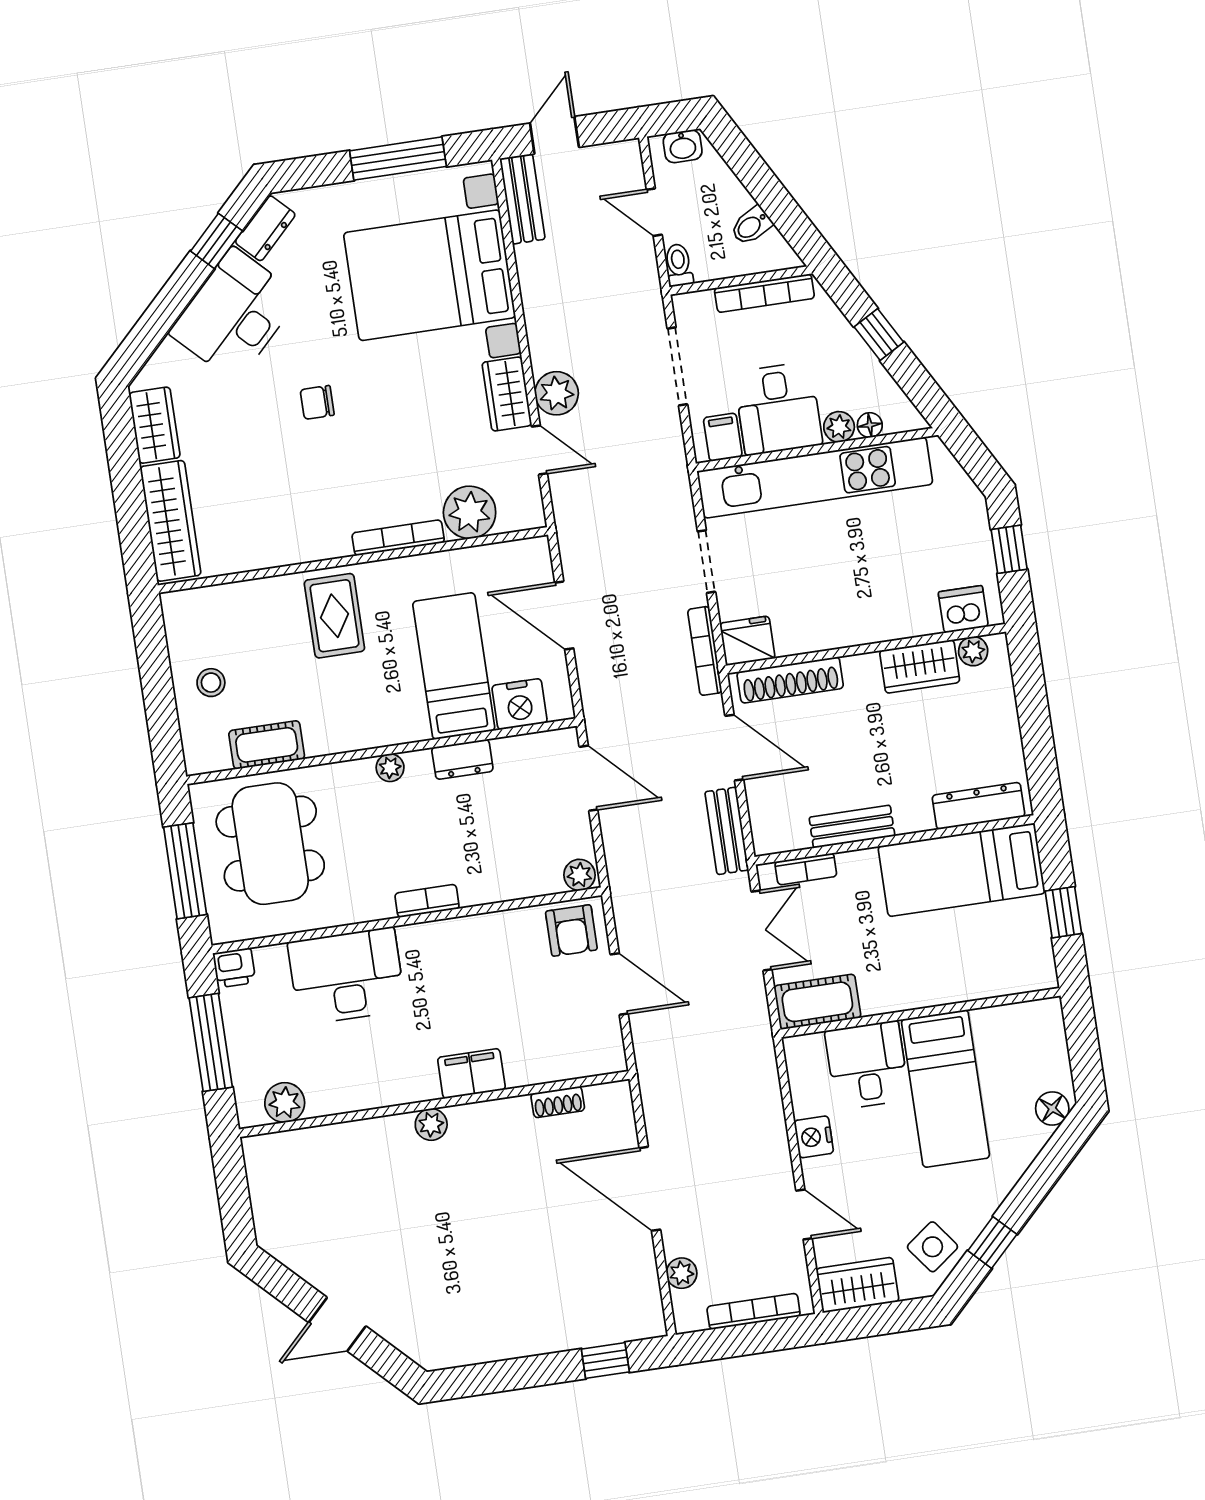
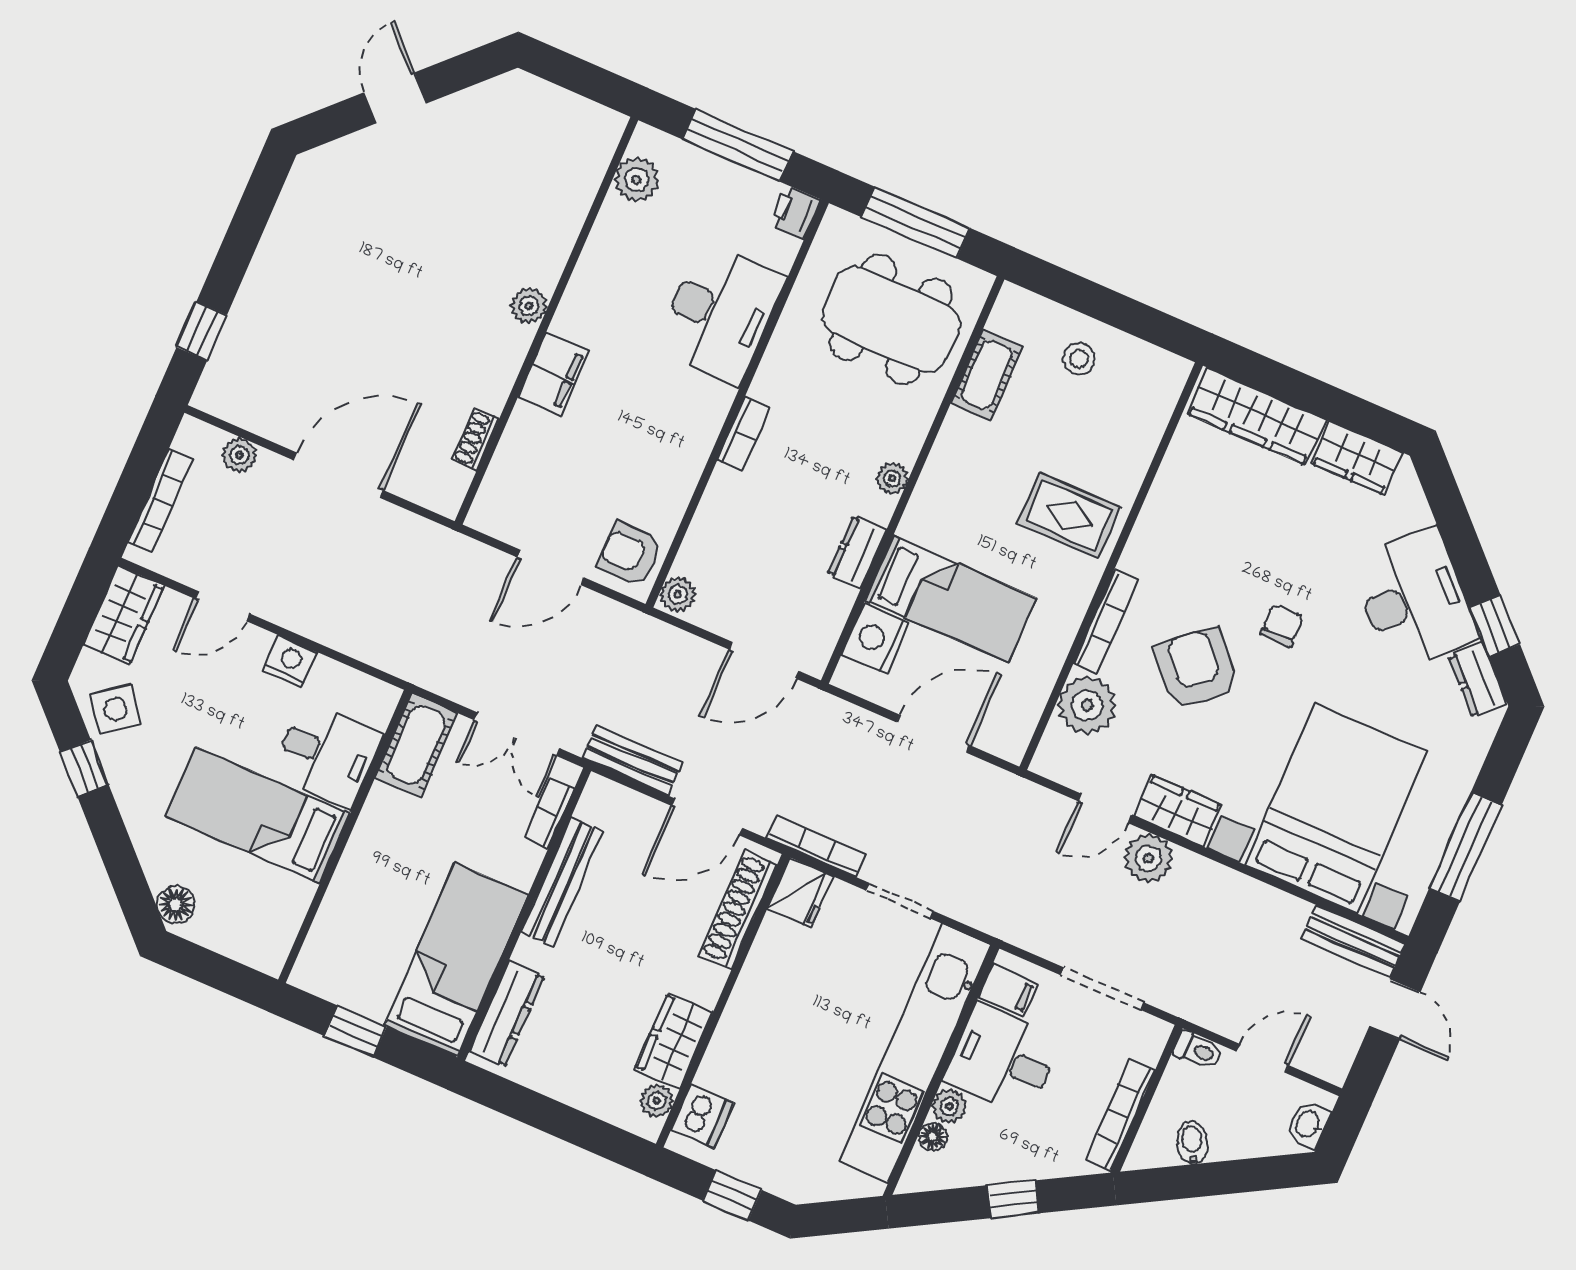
armchair: (390, 447) -> (1196, 669), added
bench: (852, 827) -> (562, 882), width x1.36

